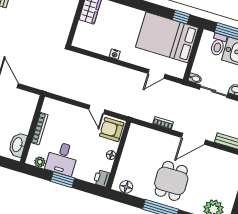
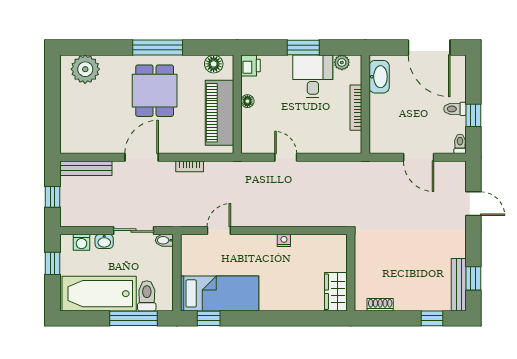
bed: (167, 37) -> (220, 293), width x0.67
armchair: (112, 130) -> (257, 136), removed
piano: (132, 153) -> (219, 113), added

